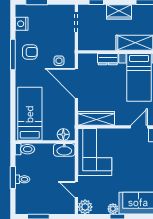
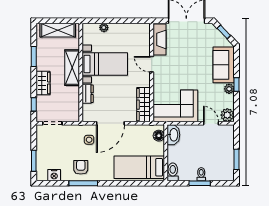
door: (76, 190) -> (211, 123), swing flipped

